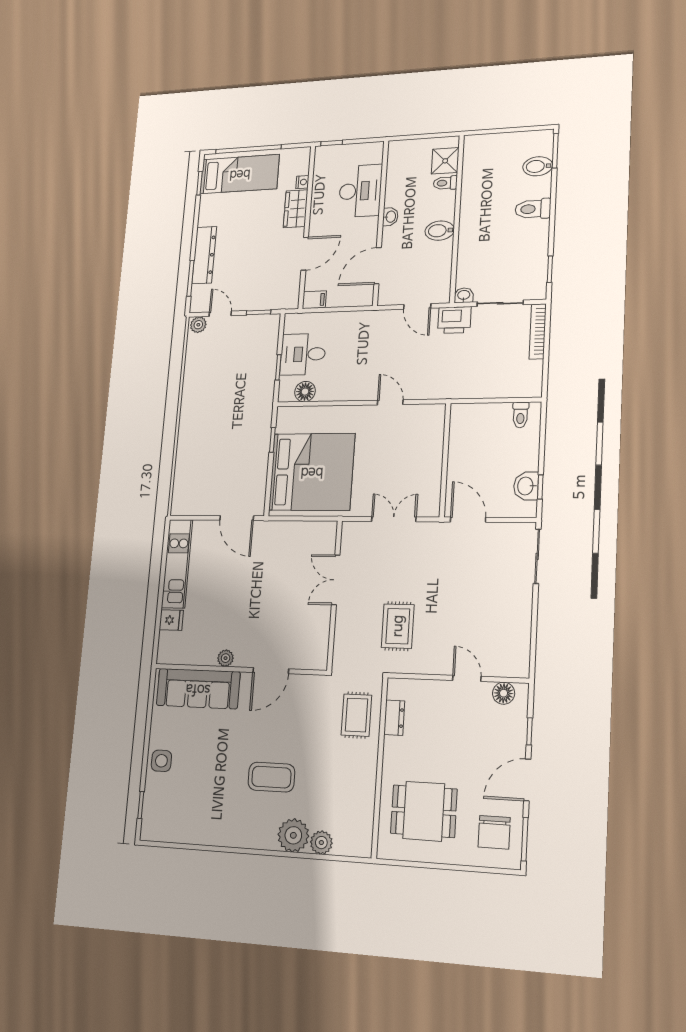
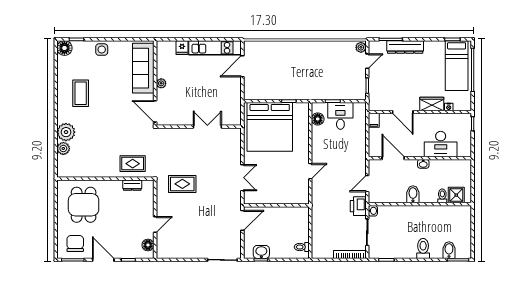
door: (237, 518) -> (242, 66), moved
double door: (336, 580) -> (207, 127), moved
wall: (335, 595) -> (199, 127), moved
coffee table: (271, 777) -> (81, 93), moved
floor lamp: (153, 828) -> (64, 48), added
chair: (494, 832) -> (75, 244), turned 90

